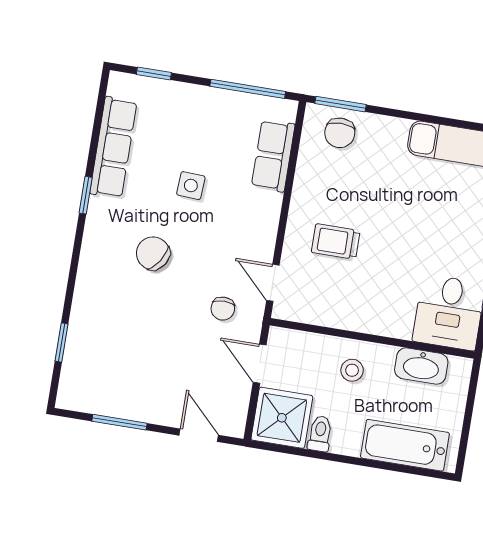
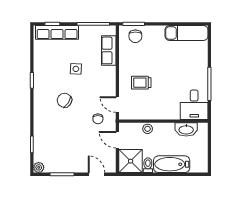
row of seats: (113, 147) -> (57, 32), moved, turned 90
stool: (352, 370) -> (148, 129), moved
plant: (69, 398) -> (39, 167), added
bathtub: (405, 445) -> (172, 164), moved

